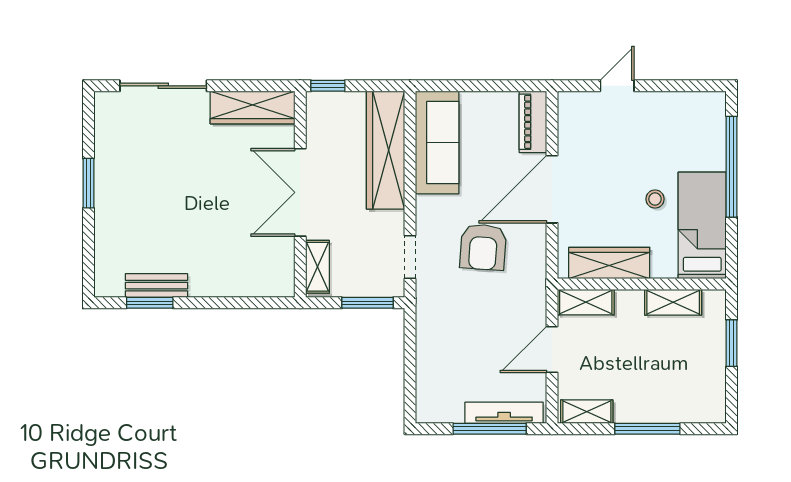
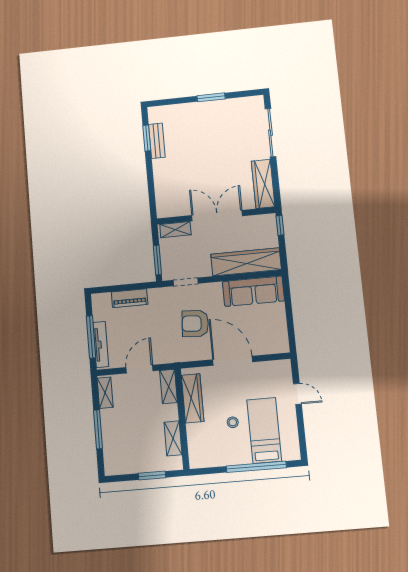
piano: (533, 122) -> (130, 298), moved, turned 180
bed: (702, 225) -> (264, 430), moved, turned -90
door: (552, 350) -> (139, 369), hinge flipped

